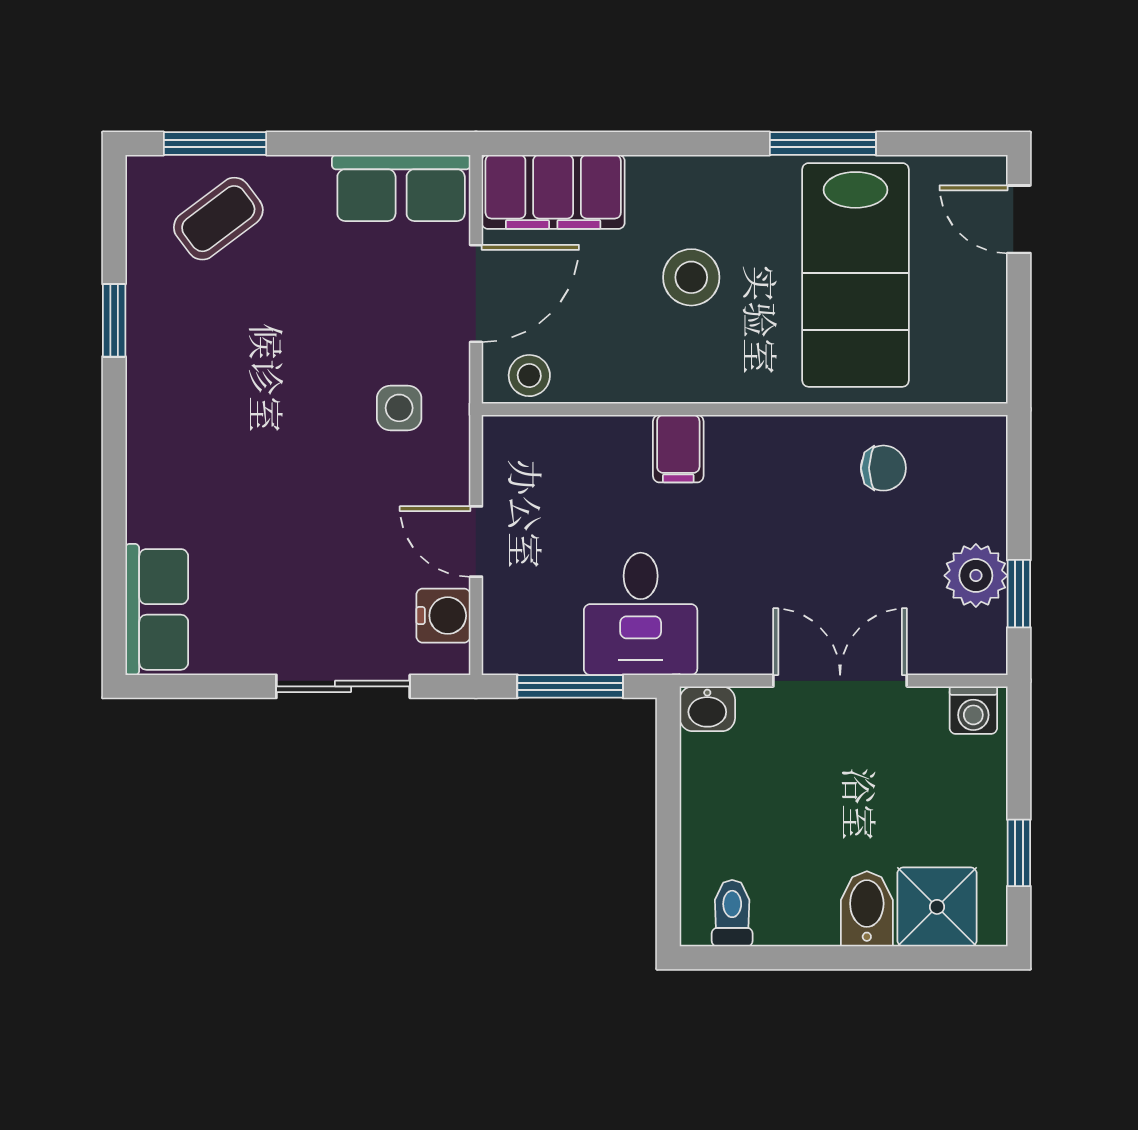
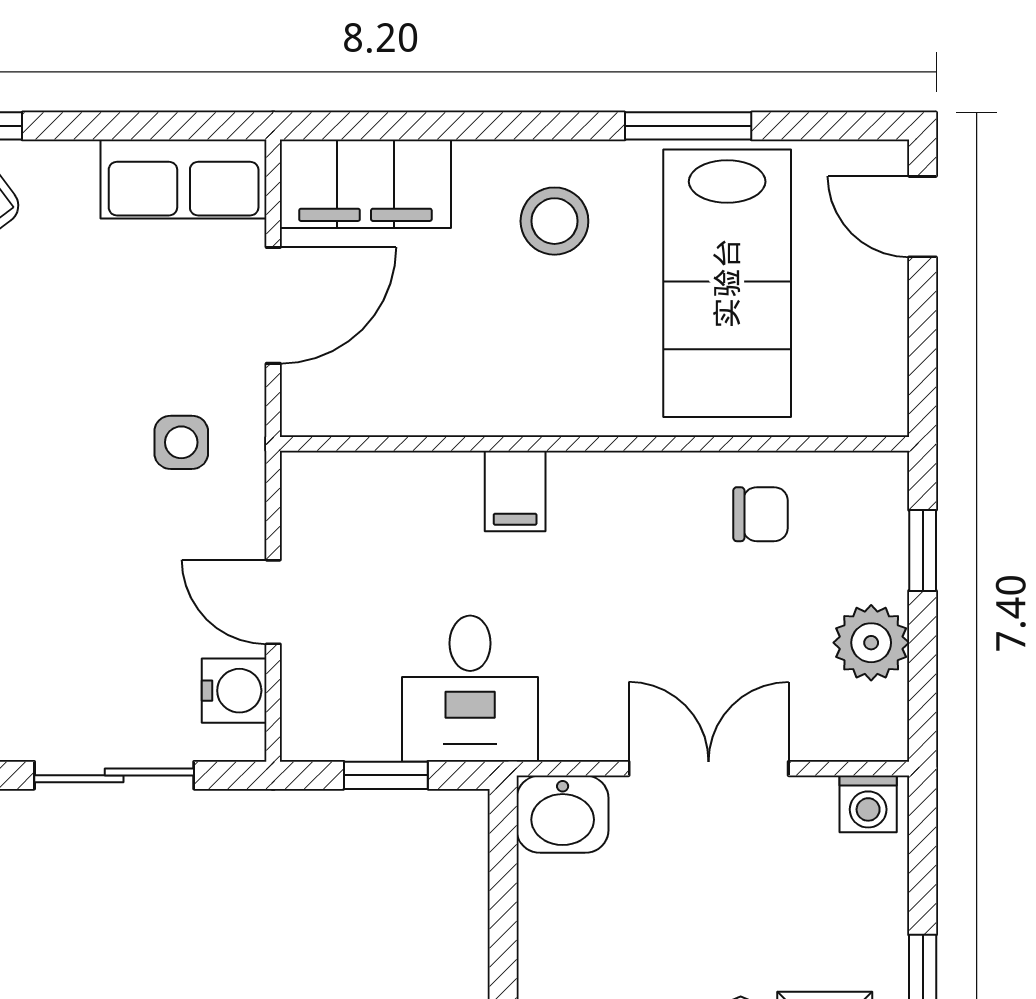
stool: (691, 277) -> (554, 221), moved
stool: (529, 376) -> (337, 404), removed
window: (1019, 594) -> (923, 550), moved
window: (570, 686) -> (386, 775), width x0.67
washbasin: (707, 709) -> (563, 814), width x1.38, depth x1.45

